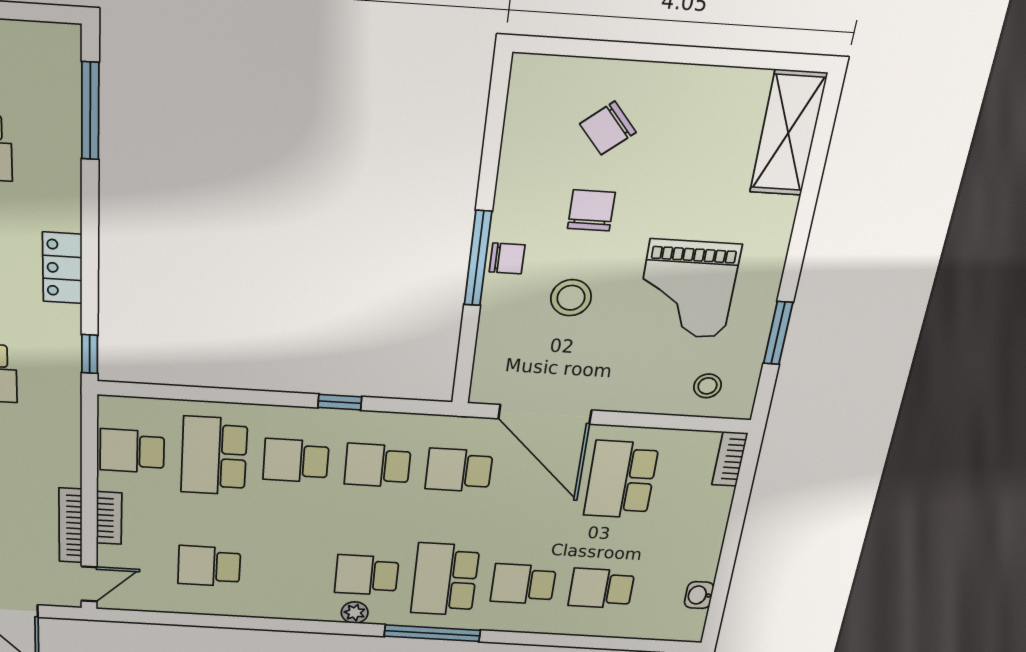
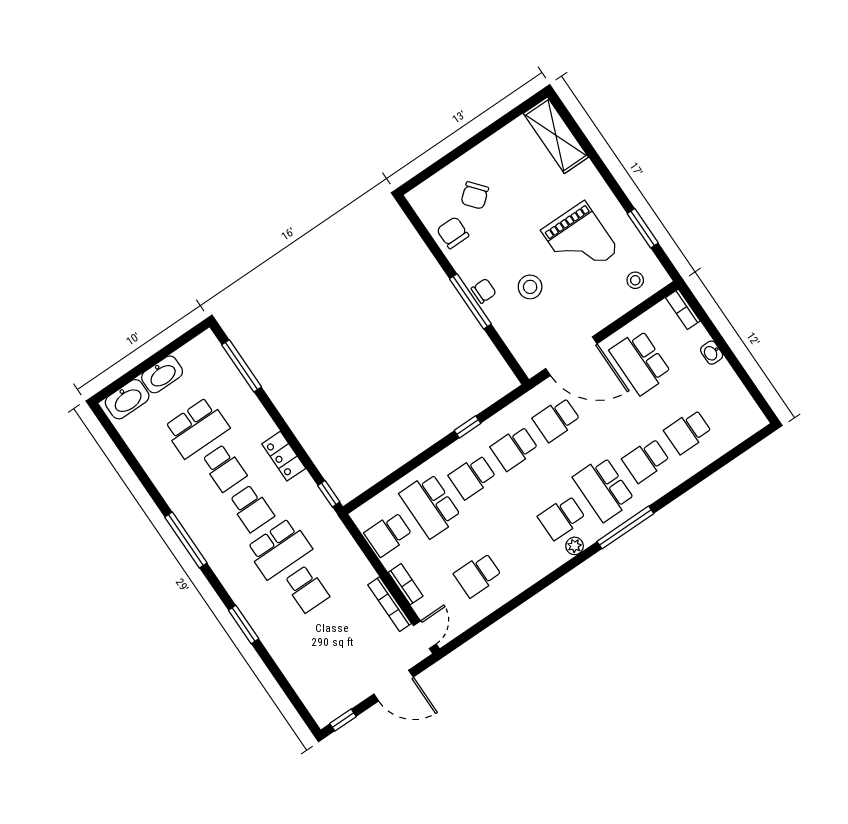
chair: (591, 210) -> (453, 233), moved
washbasin: (699, 595) -> (712, 353), moved

